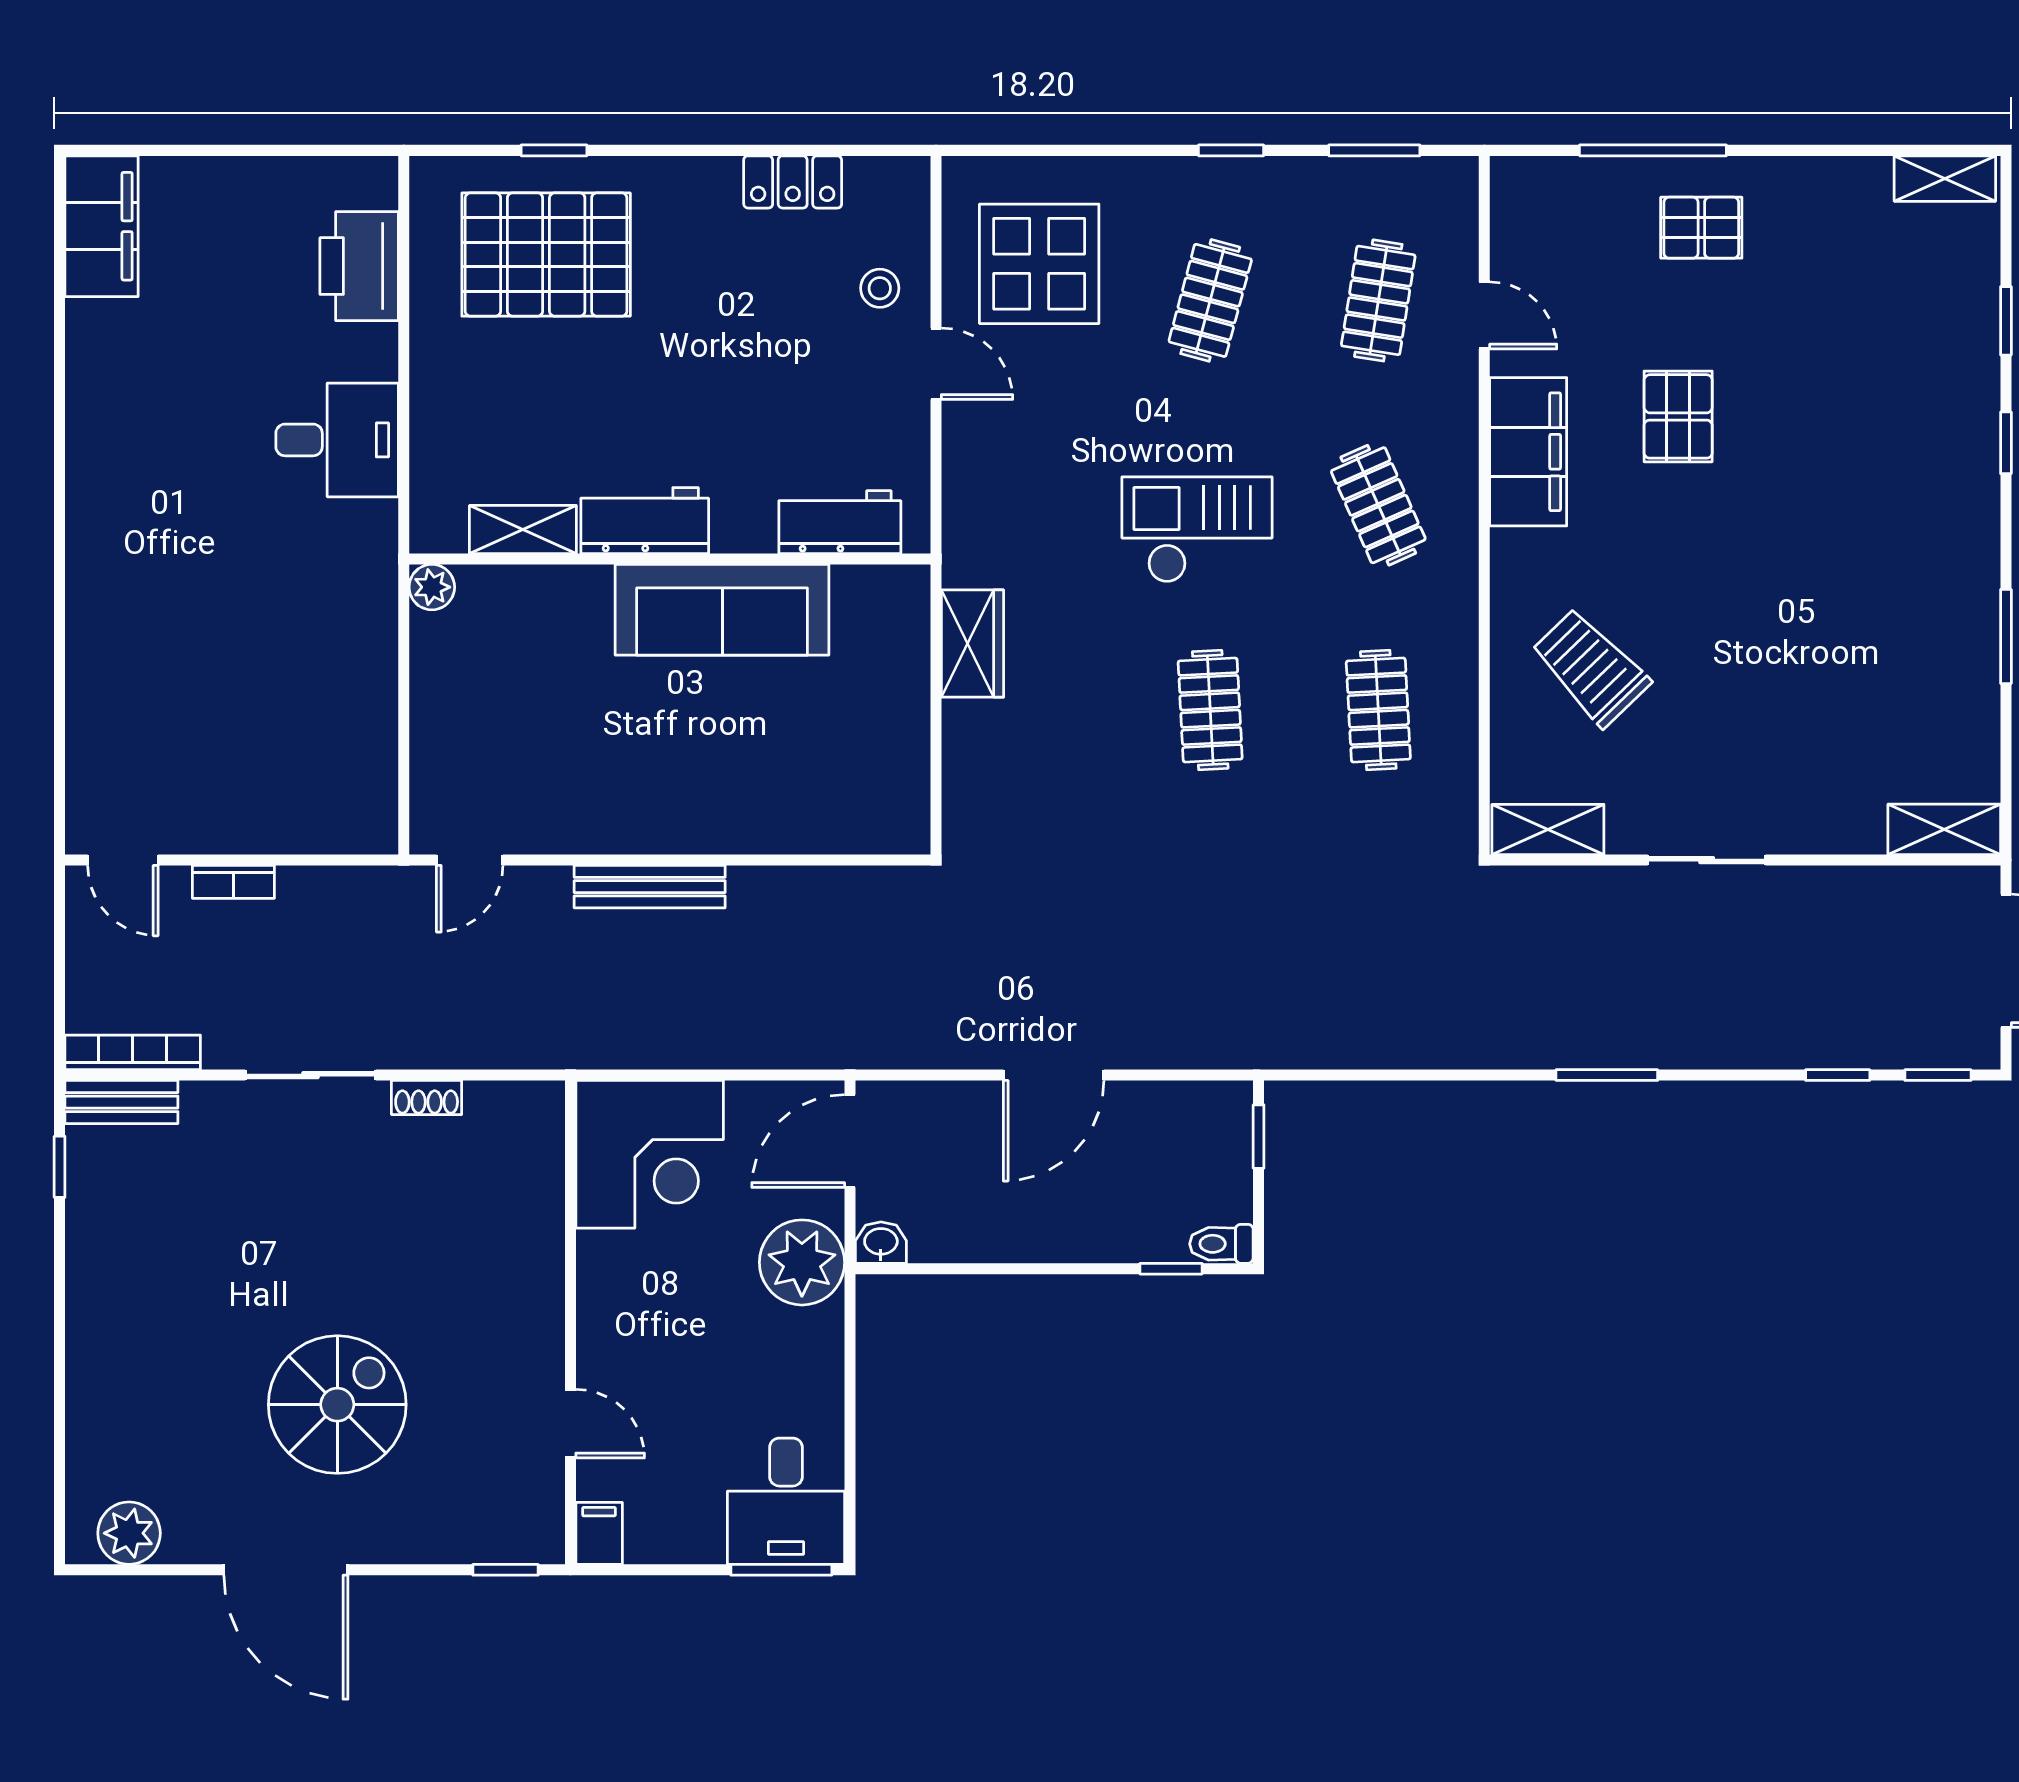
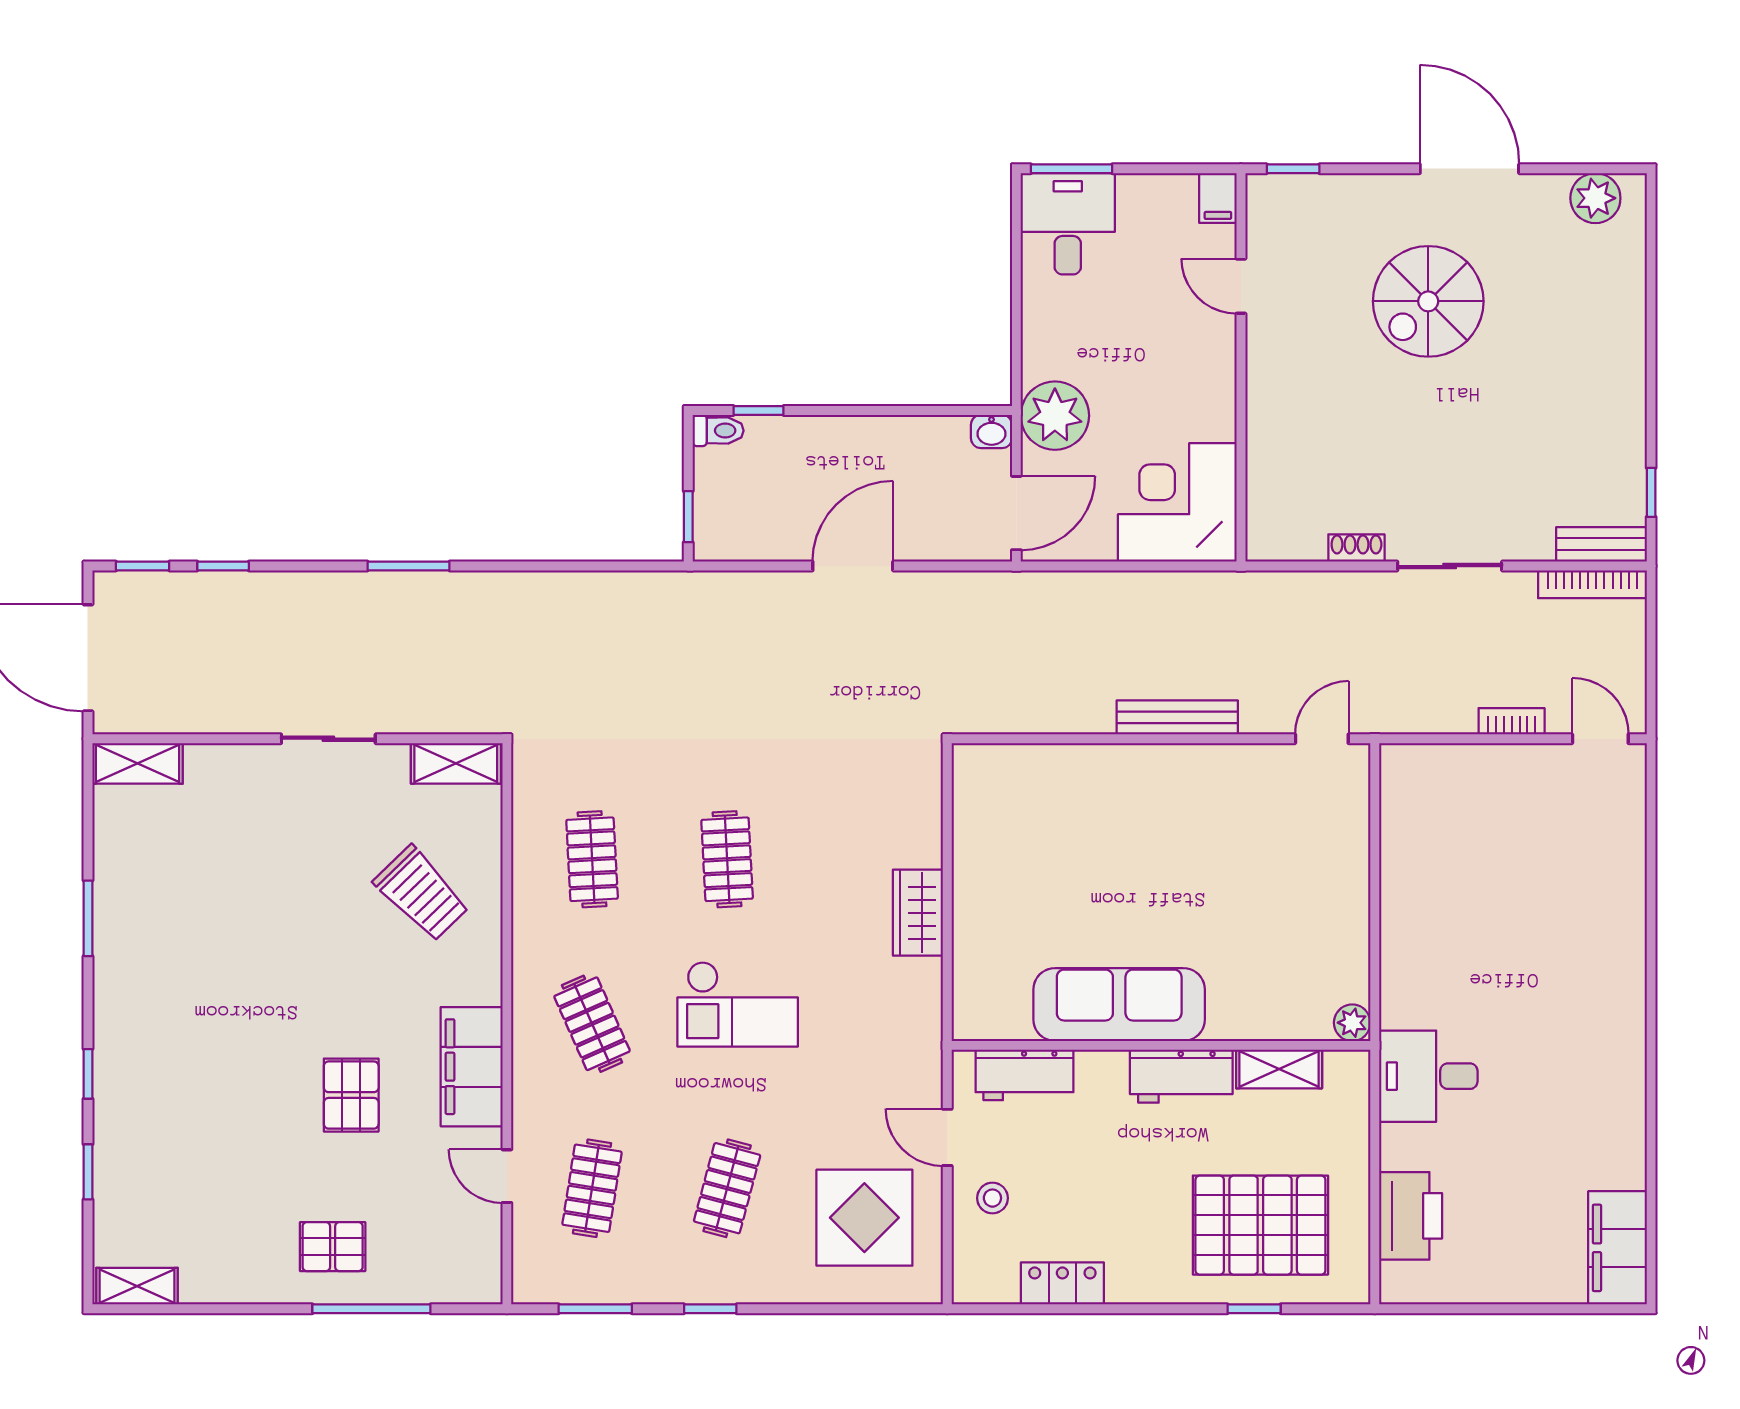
workbench: (645, 521) -> (1181, 1076), moved
workbench: (840, 522) -> (1025, 1075), moved
shelving: (523, 530) -> (1279, 1069), moved
wall: (670, 559) -> (1161, 1045), moved
plant: (432, 587) -> (1352, 1023), moved
sofa: (722, 610) -> (1119, 1005), moved

